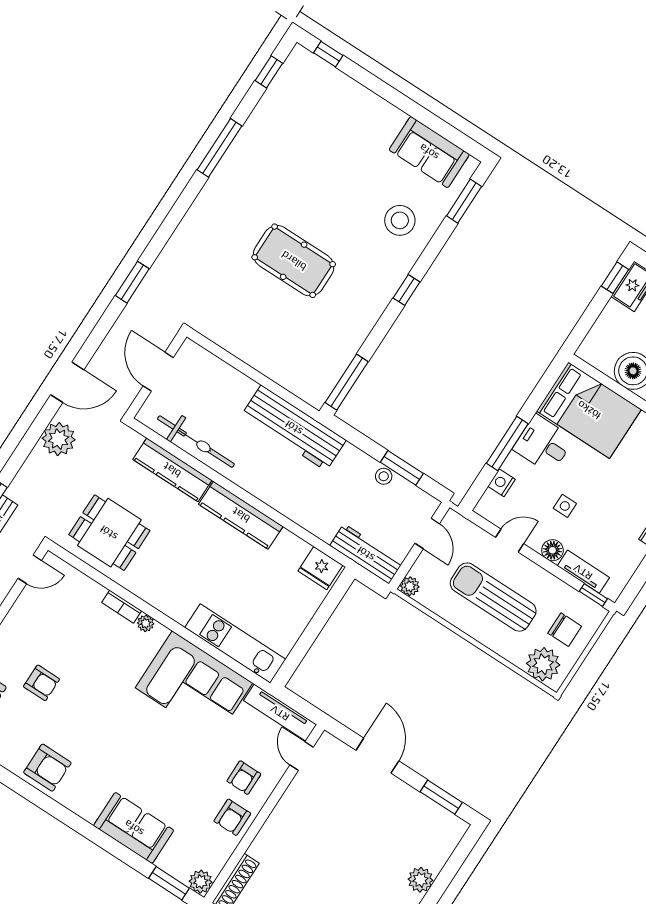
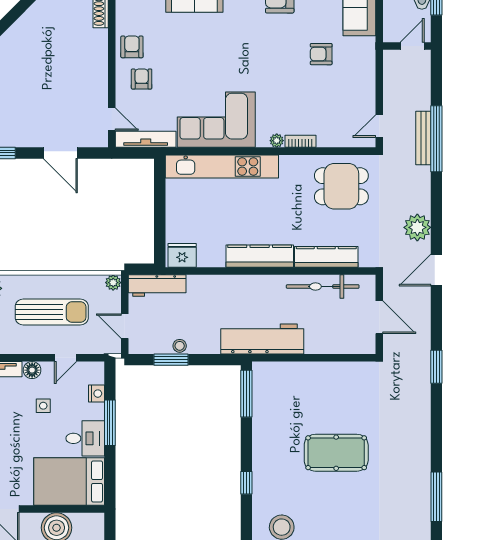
kitchen unit: (235, 643) -> (222, 166), width x1.36

